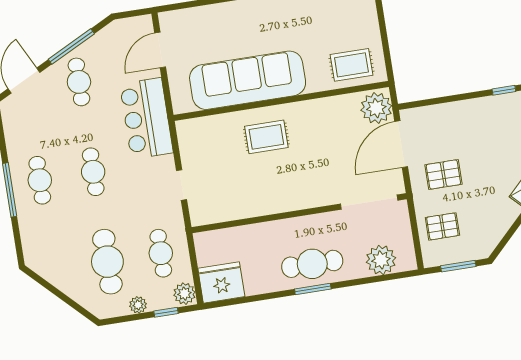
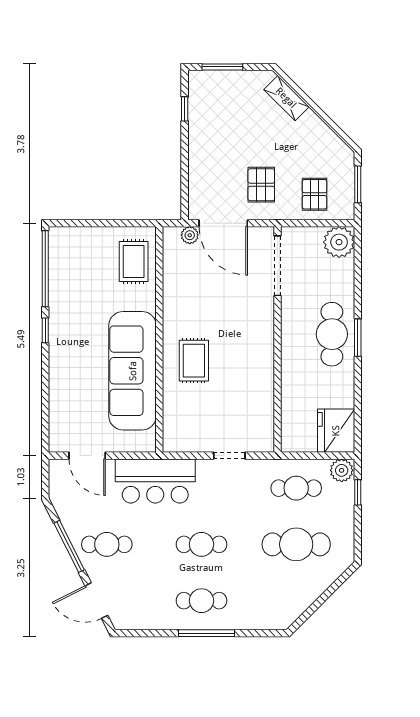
plant: (376, 108) -> (190, 235), width x0.53, depth x0.53
plant: (381, 260) -> (339, 242), moved
plant: (138, 305) -> (346, 520), removed

